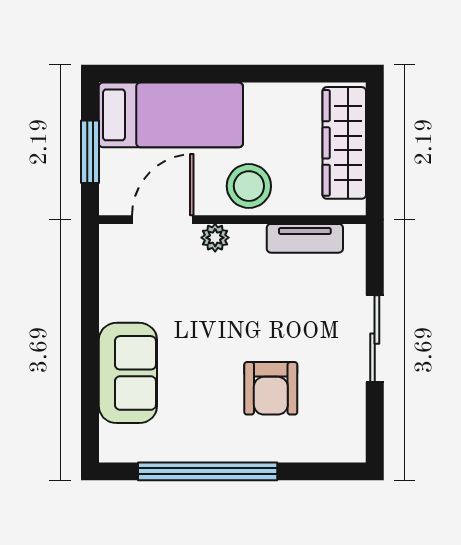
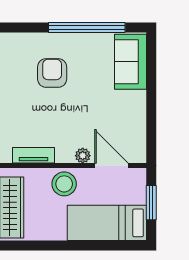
door: (163, 220) -> (111, 166), swing flipped
sofa: (128, 373) -> (130, 62), moved

